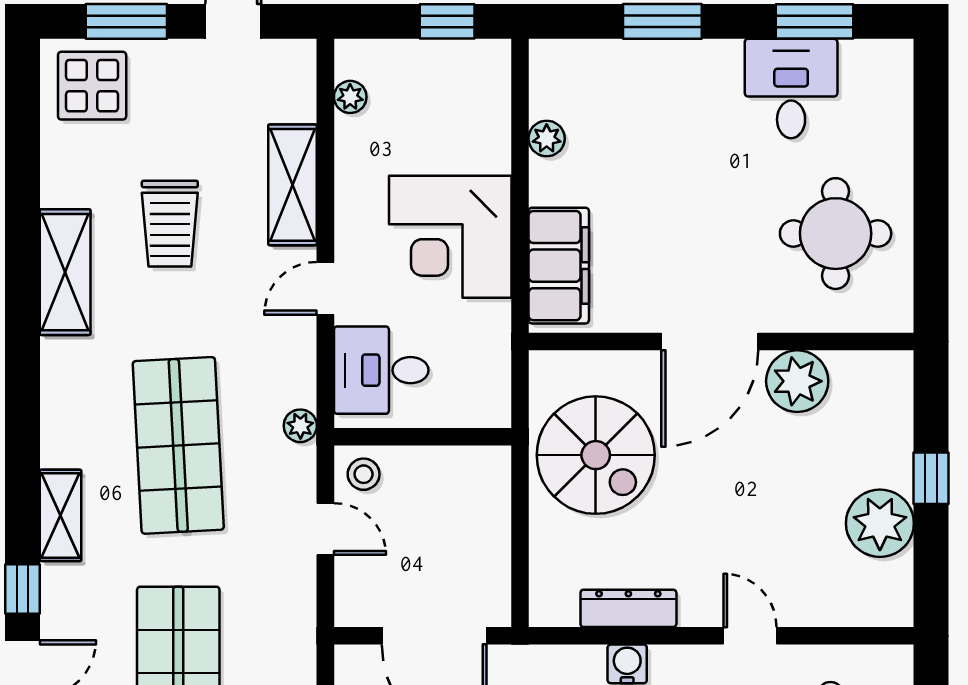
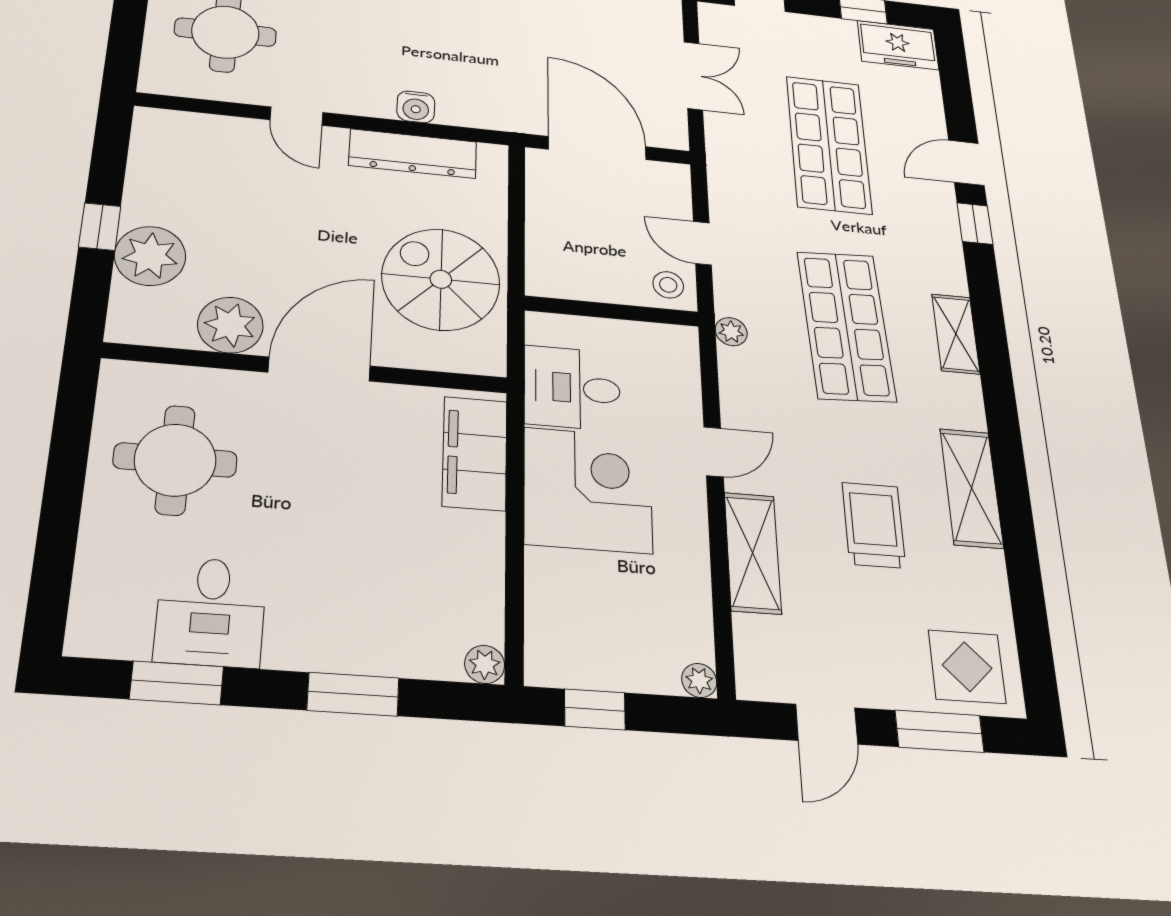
plant: (350, 97) -> (699, 680), moved
plant: (547, 139) -> (485, 664), moved
desk: (381, 370) -> (572, 388), moved, turned 180
shelving: (60, 515) -> (956, 334), moved
plant: (880, 523) -> (150, 256), moved
dresser: (628, 608) -> (413, 154), width x1.37, depth x1.24

